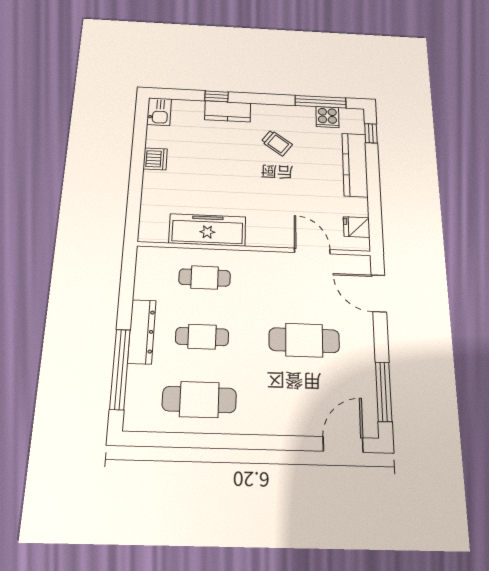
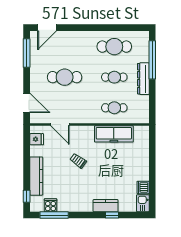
trolley: (277, 143) -> (78, 161), moved
dishwasher: (155, 159) -> (143, 187), moved

